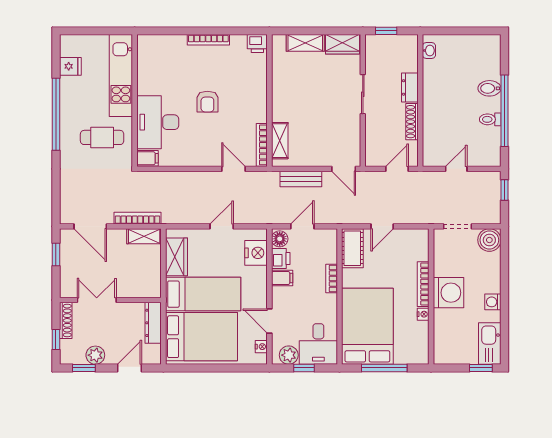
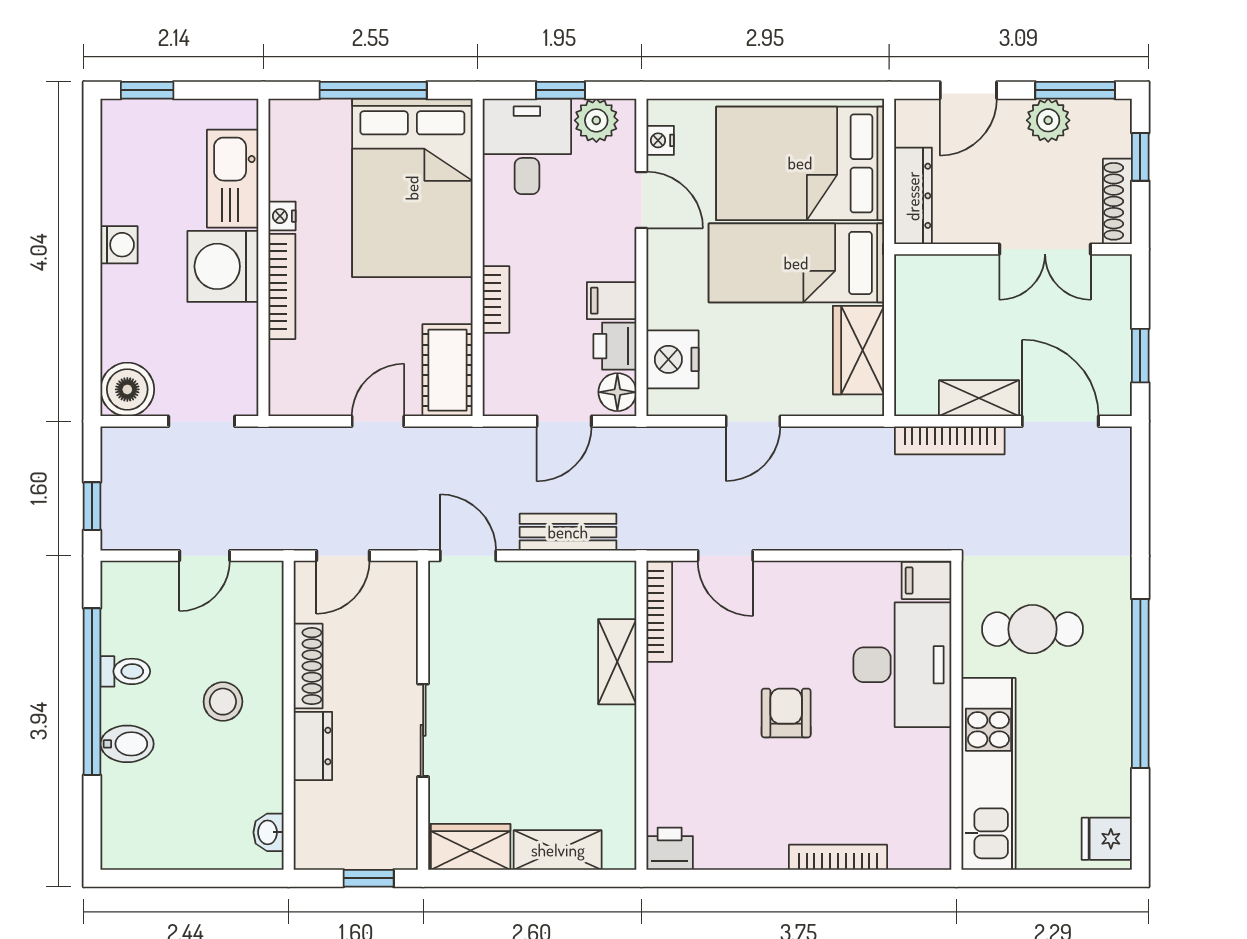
bookcase: (208, 40) -> (838, 857), moved
fridge: (70, 66) -> (1107, 839), moved
stool: (448, 106) -> (223, 702), added
shelving: (280, 141) -> (617, 662), moved
shelving: (144, 236) -> (979, 398), moved
kitchen sink: (490, 343) -> (233, 179), moved, turned 180
window: (84, 368) -> (1075, 90), width x1.50

